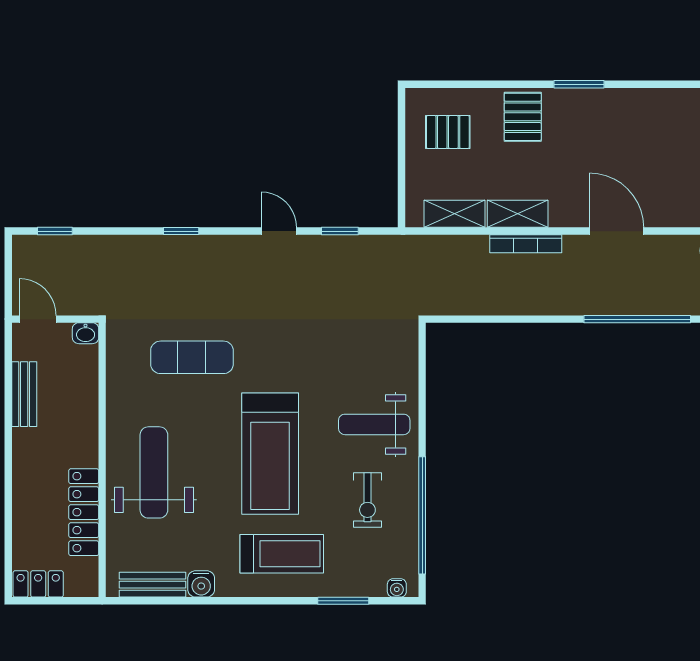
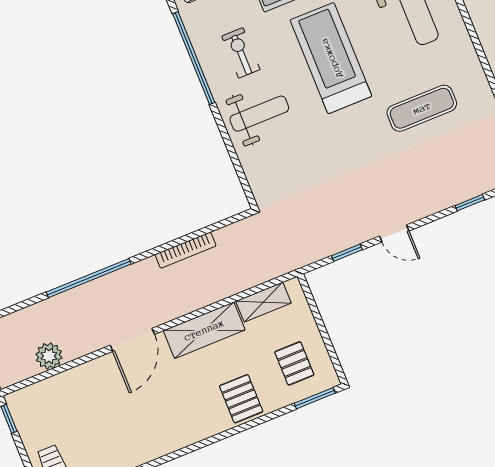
window: (579, 84) -> (315, 398), moved
pallet: (448, 132) -> (294, 363), turned 90
shelving: (518, 214) -> (204, 330), width x1.50, depth x1.33
door: (617, 231) -> (132, 340), hinge flipped
bookcase: (526, 244) -> (186, 250), moved, turned 180

